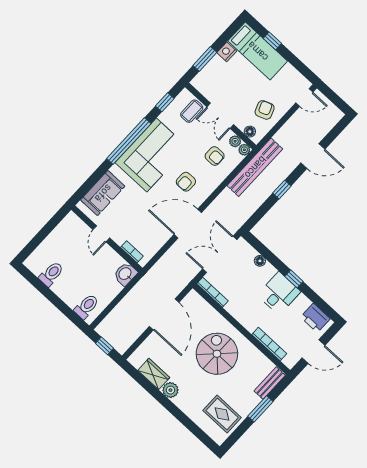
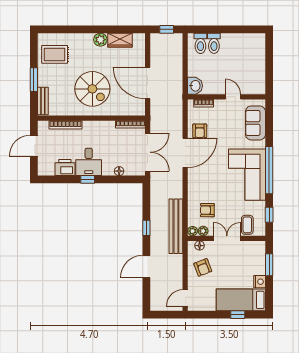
armchair: (186, 182) -> (200, 131), moved, turned 180
toilet: (51, 274) -> (214, 43), moved
printer: (315, 318) -> (65, 168), moved

